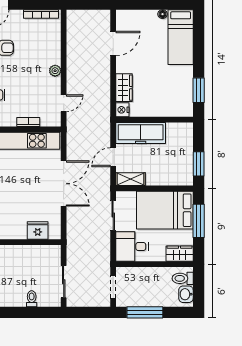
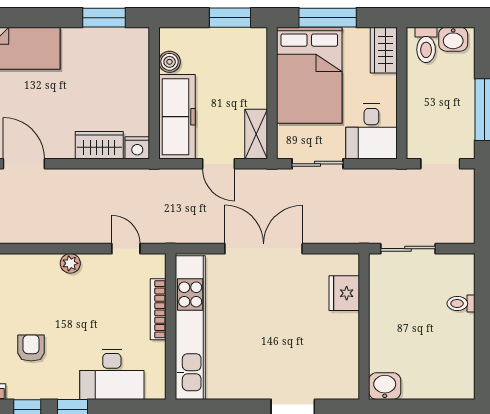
bookcase: (28, 122) -> (158, 309), width x1.56
boiler: (173, 129) -> (170, 62), added
sliding door: (64, 282) -> (408, 249), moved

